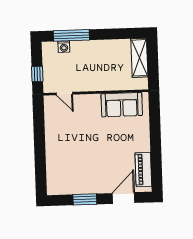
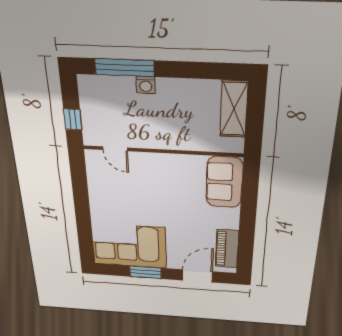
washing machine: (64, 47) -> (146, 85), moved
sofa: (122, 105) -> (224, 182), moved, turned 90
corner sofa: (73, 175) -> (129, 246), added

